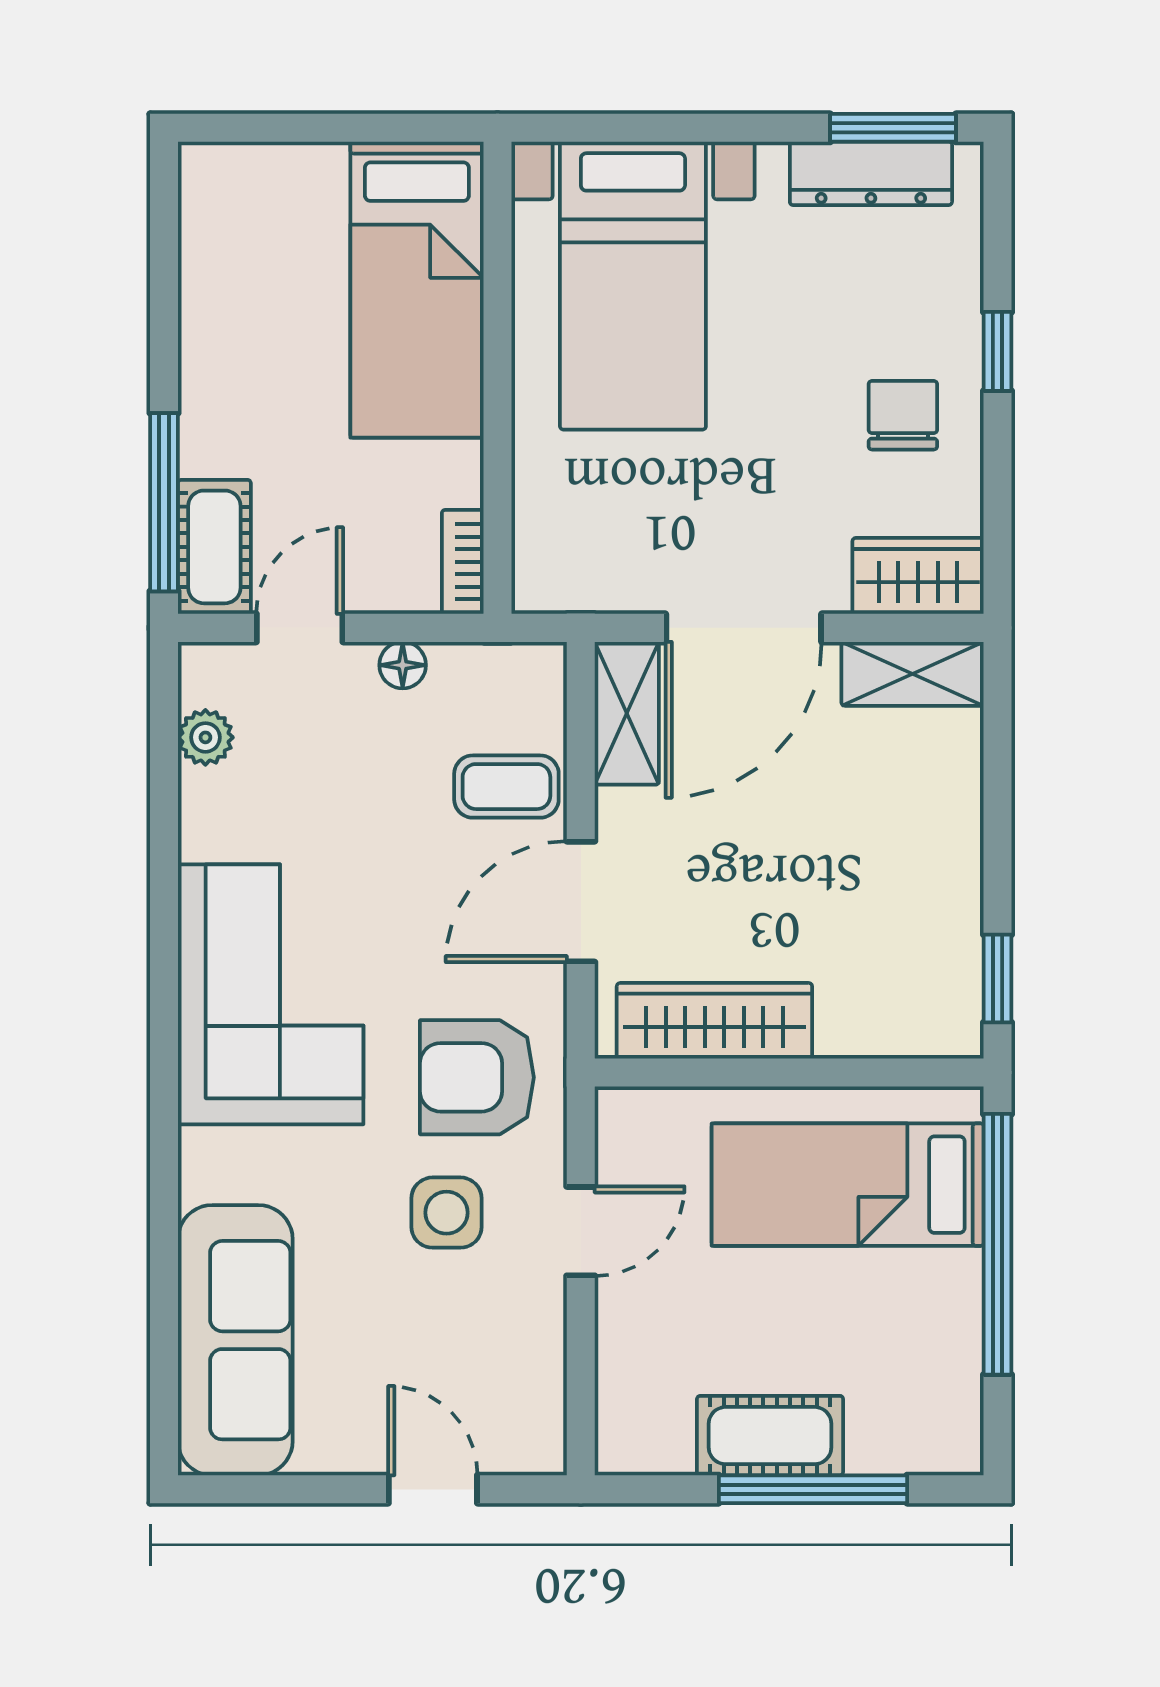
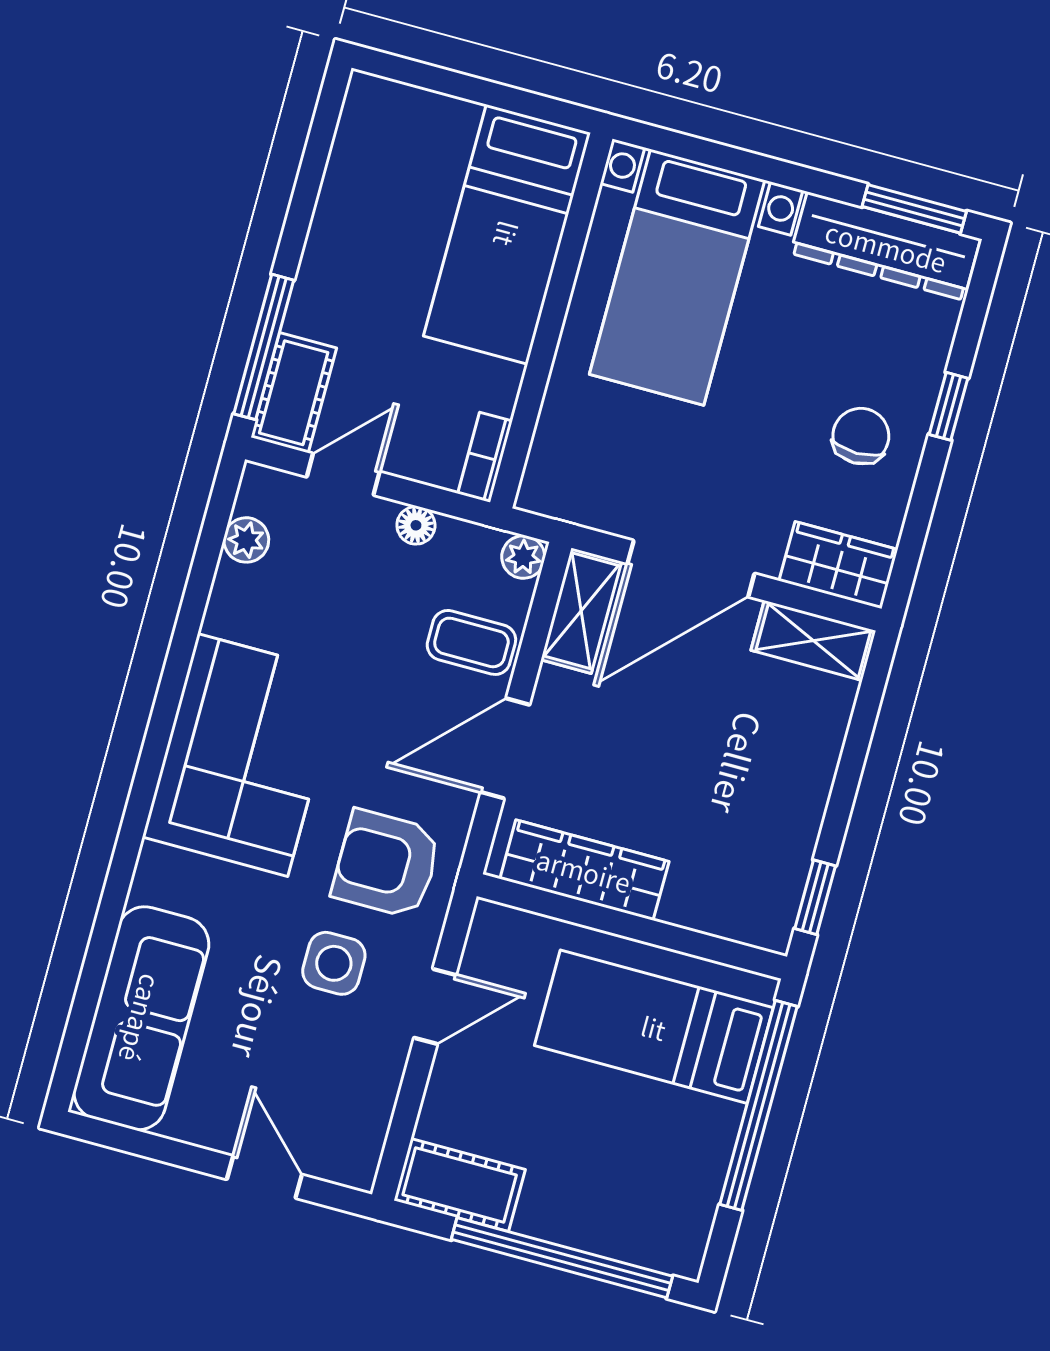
dresser: (871, 173) -> (886, 246), width x1.37, depth x1.24
plant: (540, 668) -> (523, 557), added
cot: (770, 1436) -> (460, 1185), moved
window: (813, 1489) -> (562, 1258), width x1.46

